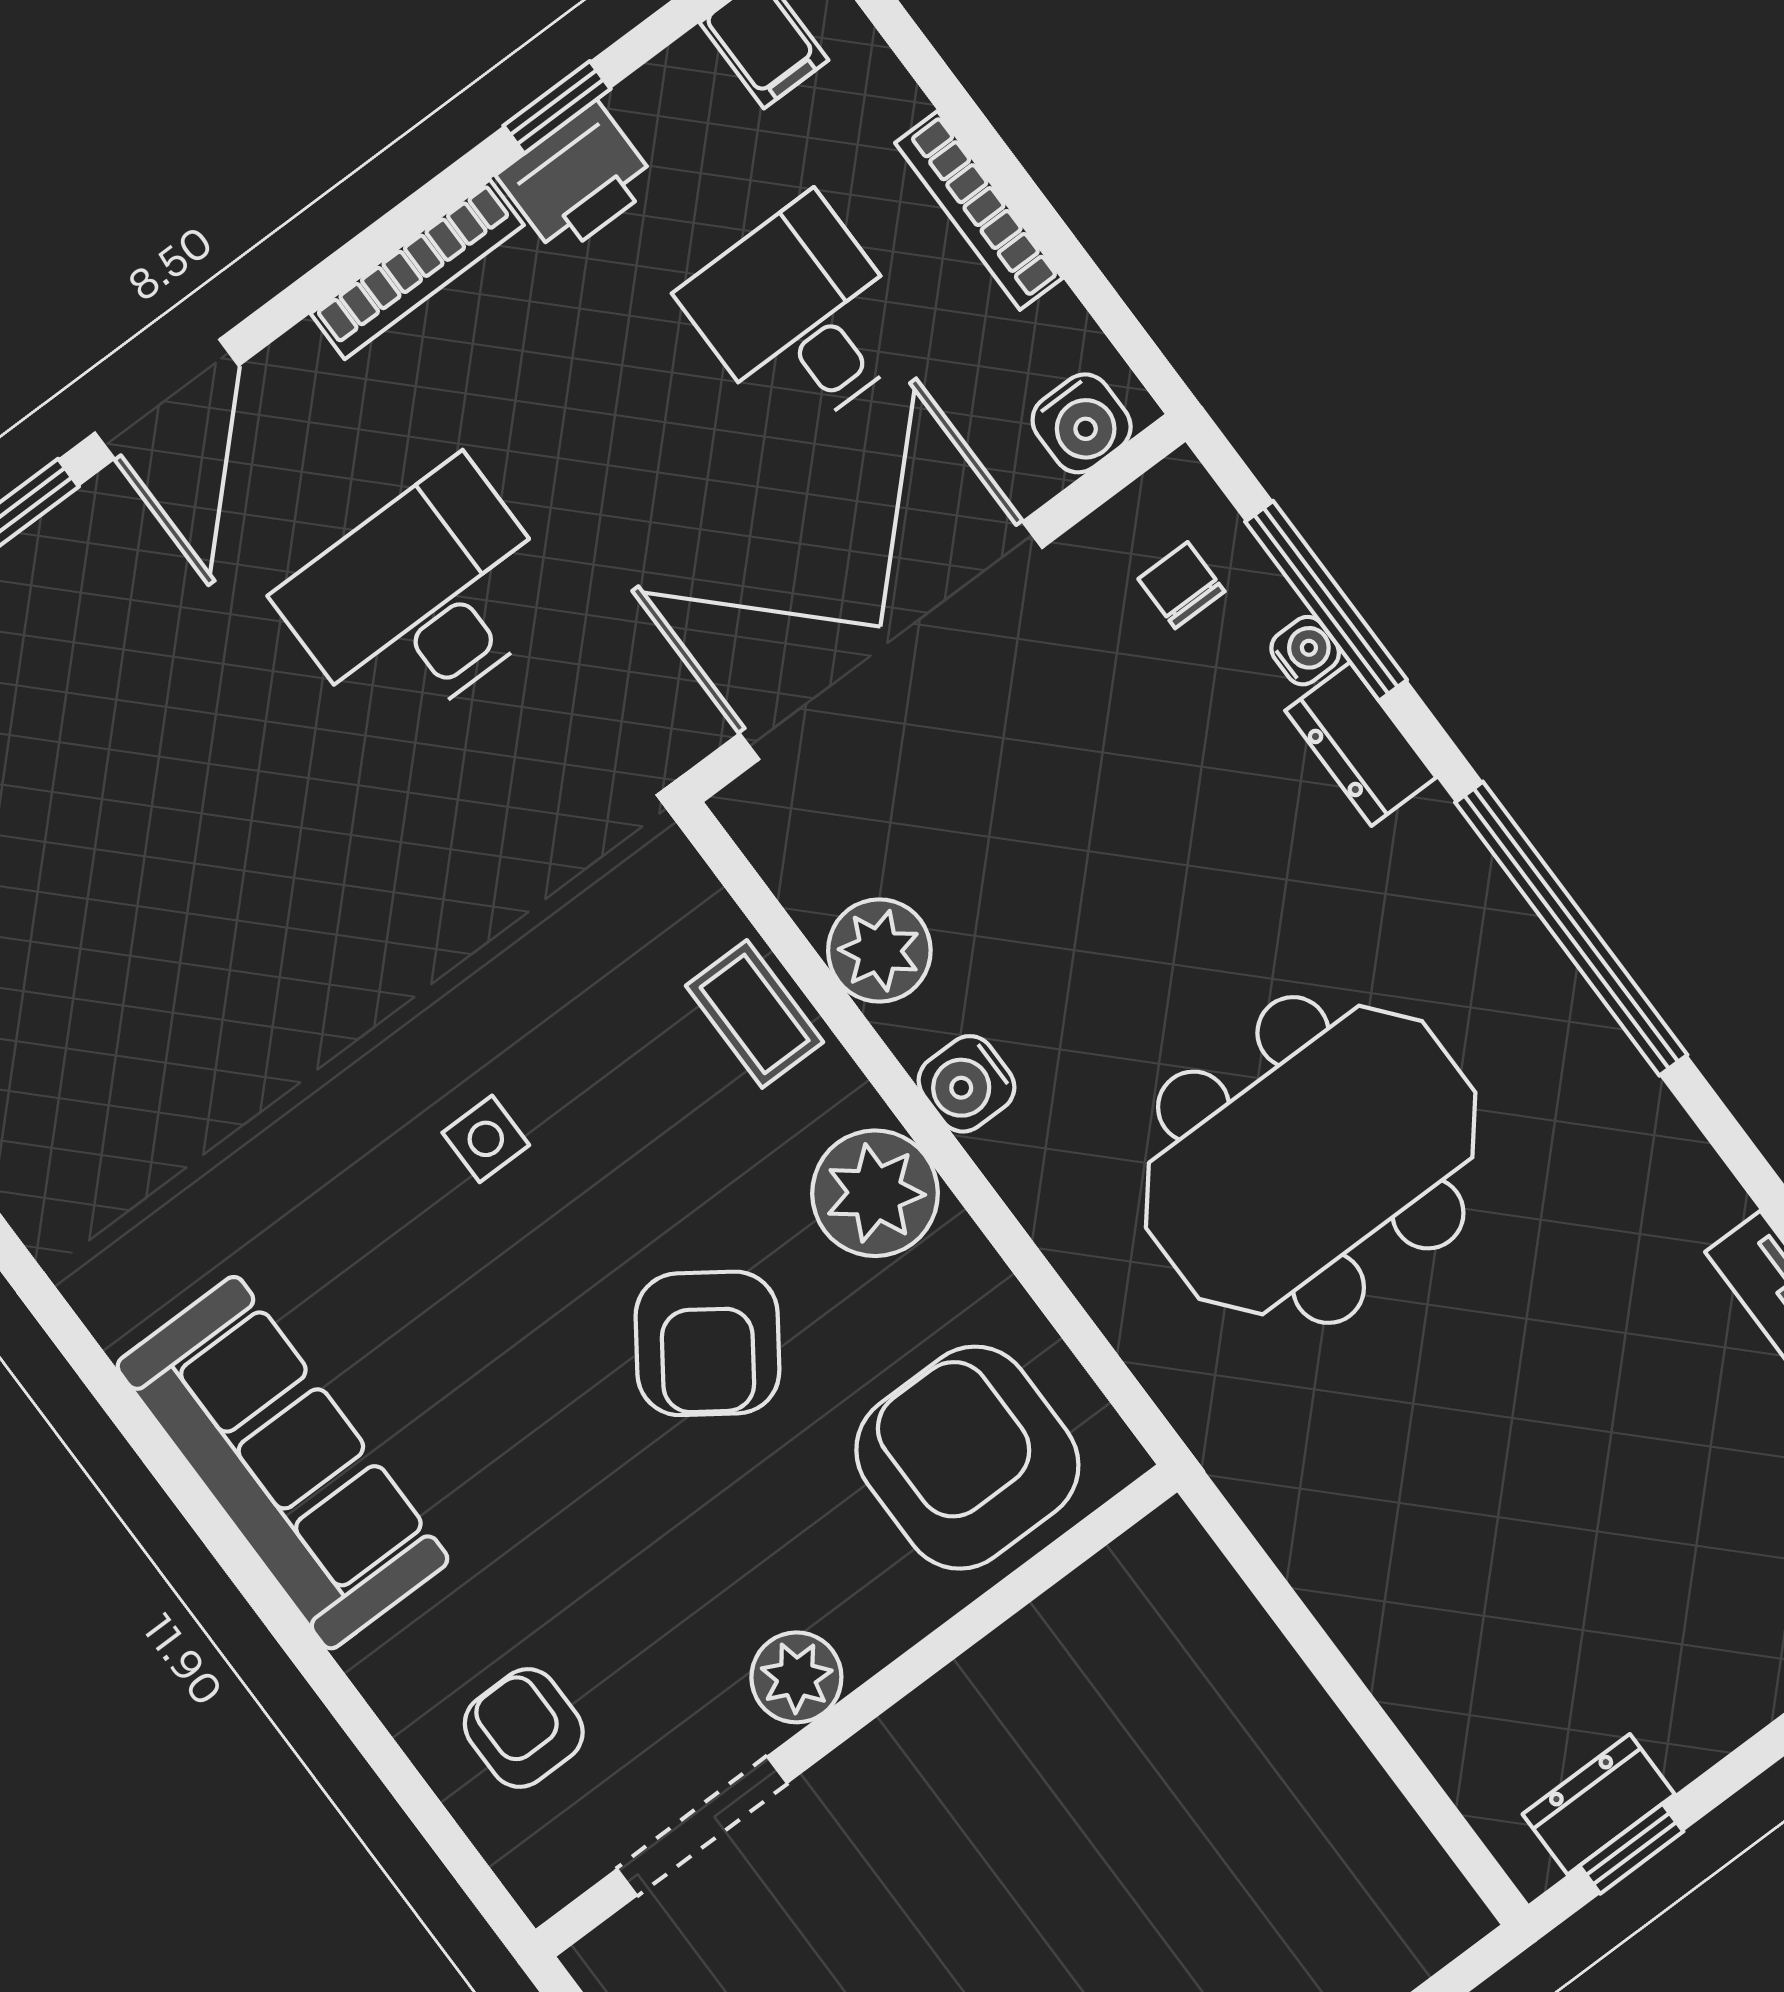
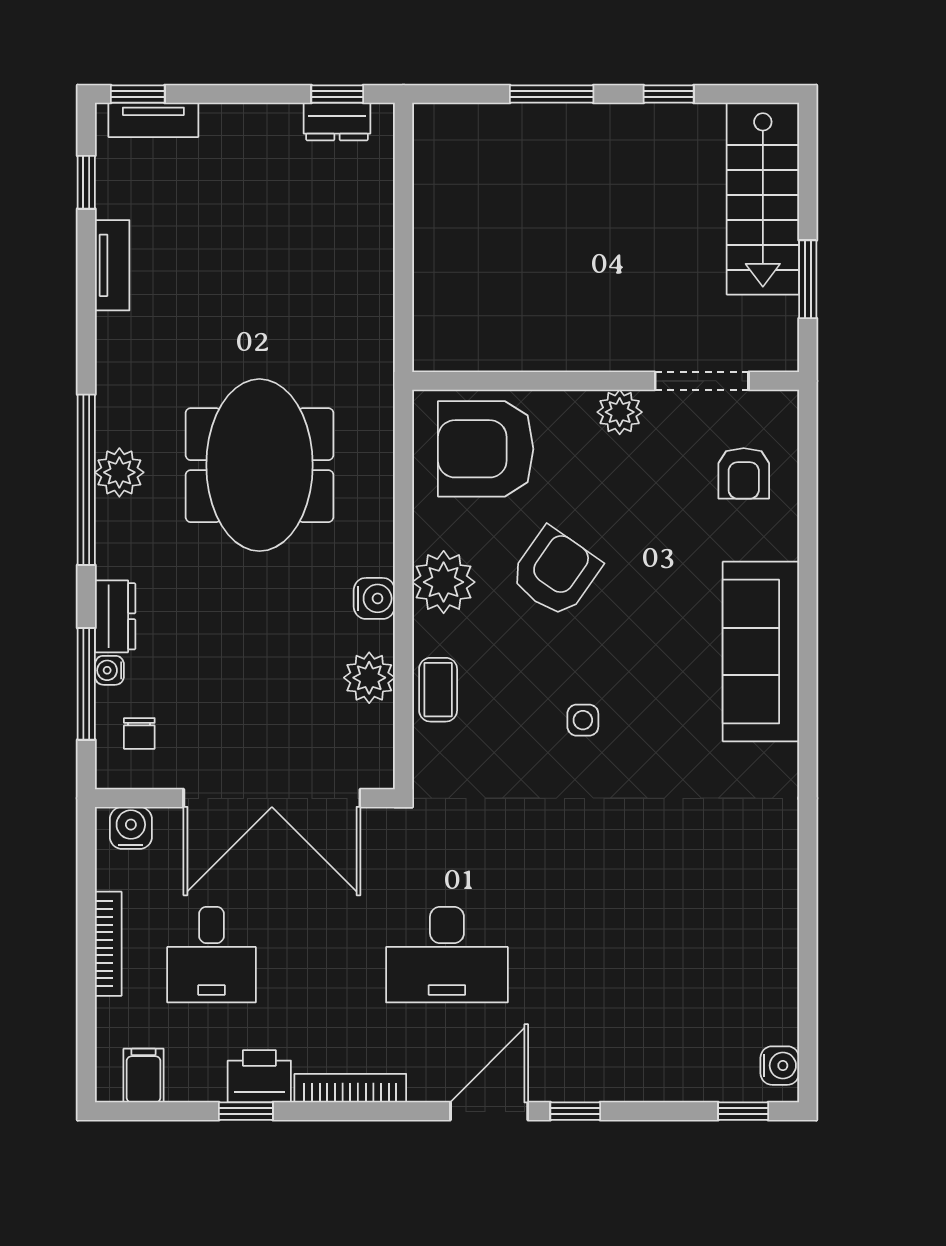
plant: (1527, 980) -> (119, 472), added
meeting table: (1311, 1160) -> (259, 465), turned 90
armchair: (967, 1458) -> (486, 449), turned 90

